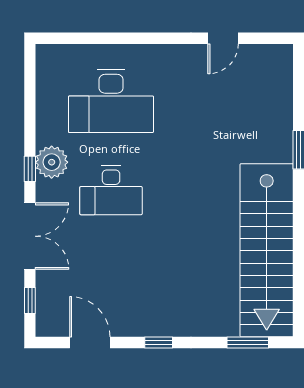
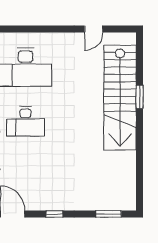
stairs: (267, 250) -> (120, 98), moved

